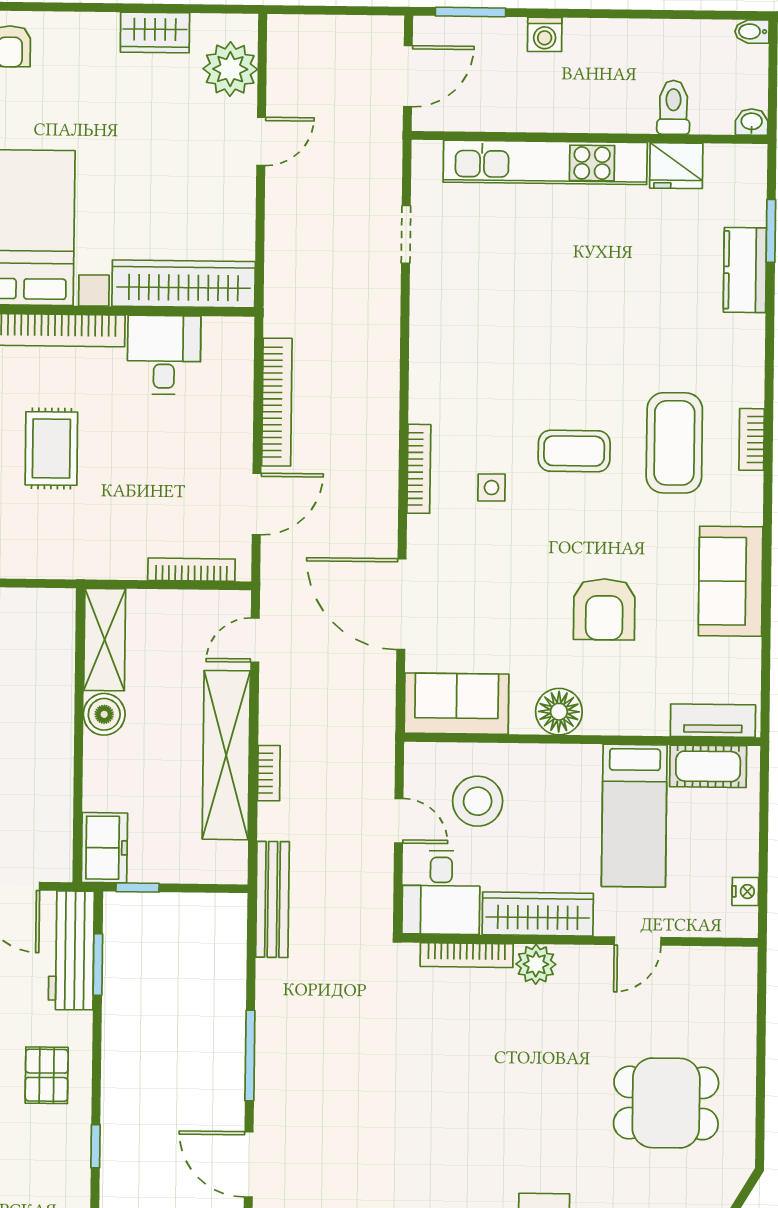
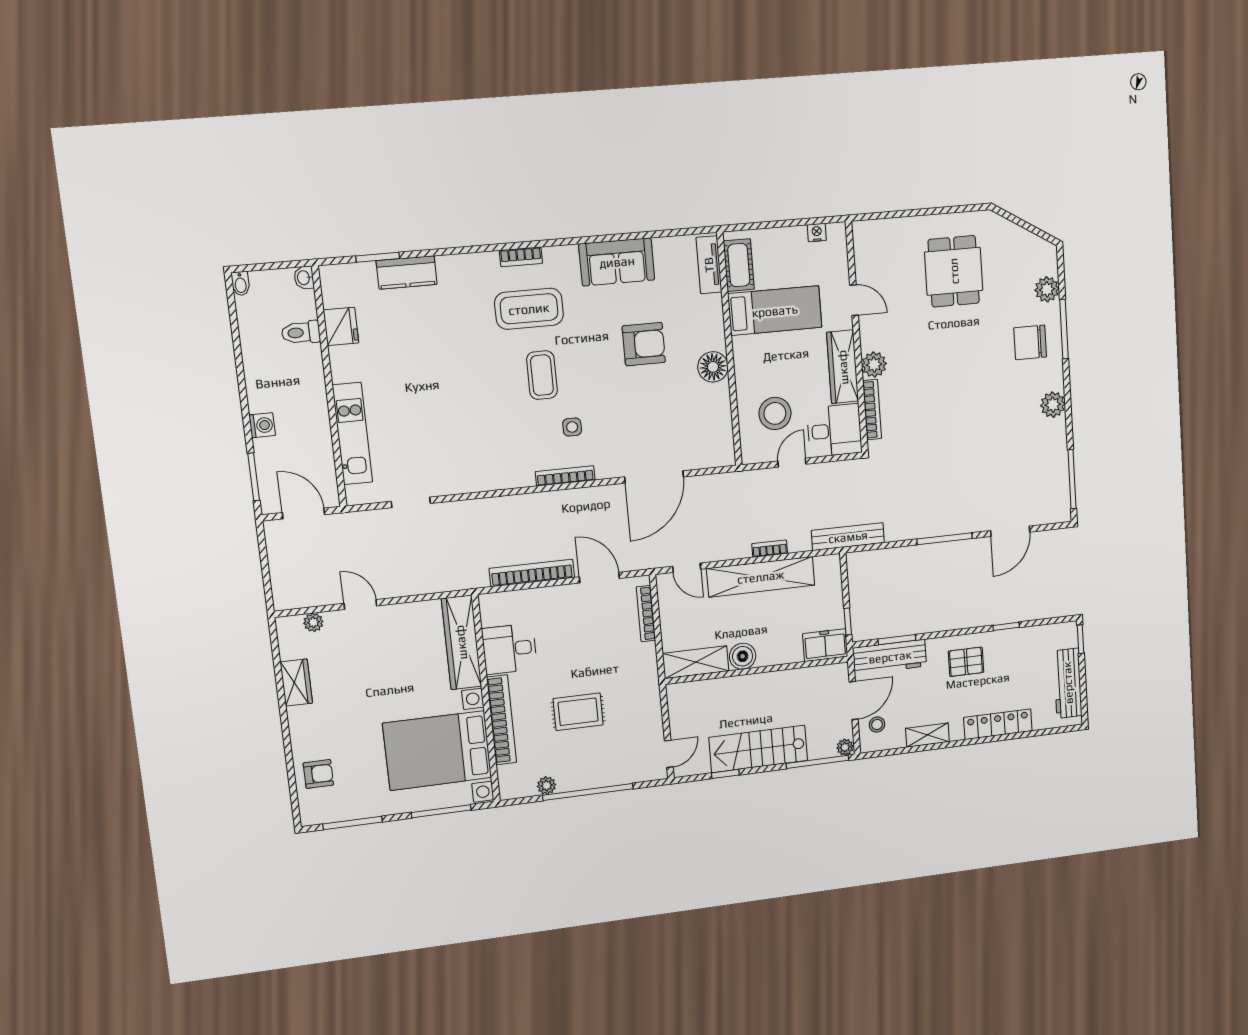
plant: (230, 69) -> (313, 622), width x0.53, depth x0.53
kitchen unit: (545, 162) -> (352, 434), width x0.73
sofa: (457, 704) -> (714, 434), removed

